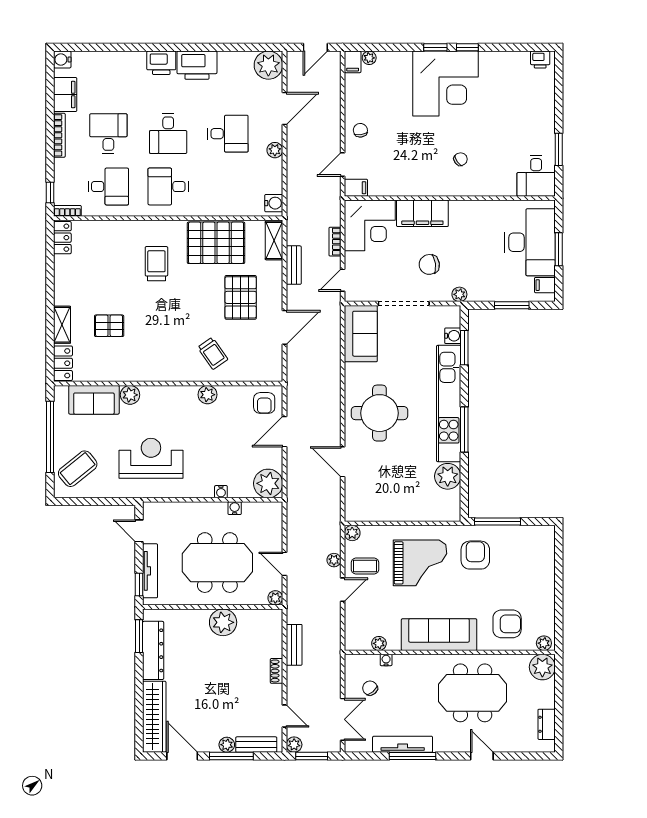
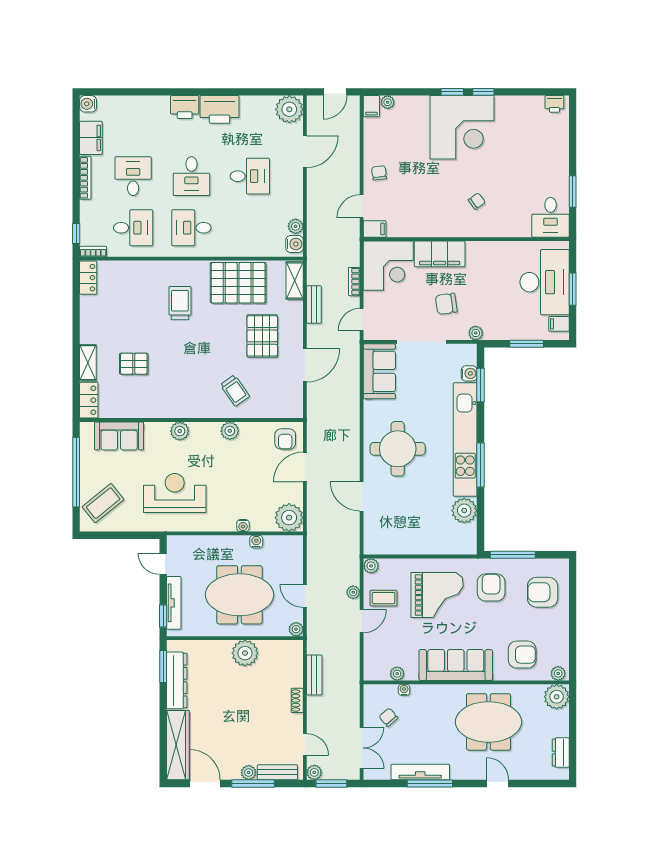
plant: (275, 150) -> (296, 226), moved
plant: (130, 395) -> (180, 431), moved
armchair: (528, 560) -> (543, 592), added

